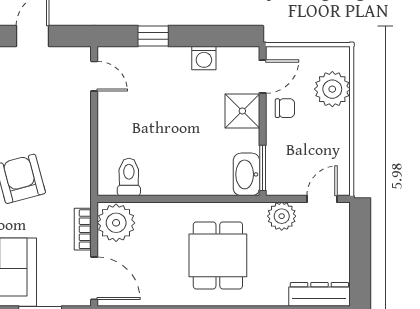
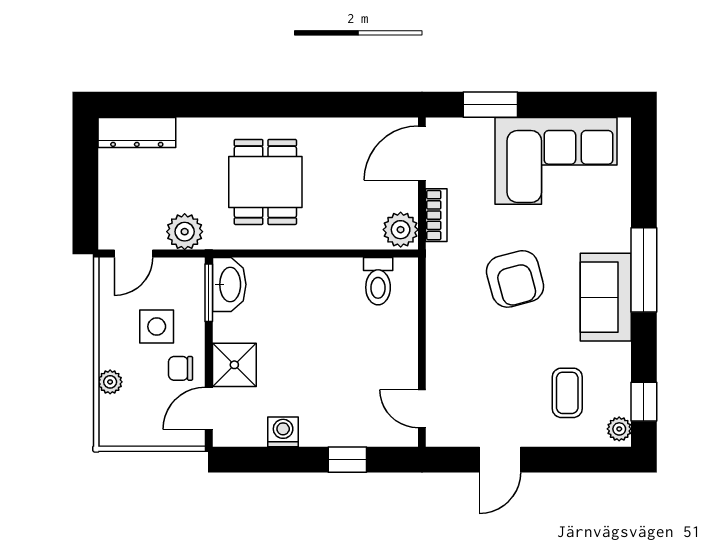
plant: (332, 89) -> (110, 382), width x0.53, depth x0.53
side table: (304, 141) -> (157, 327), added
plant: (116, 223) -> (401, 230), width x0.73, depth x0.73
door: (94, 278) -> (422, 153), hinge flipped

